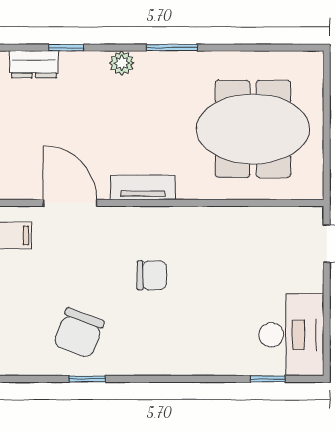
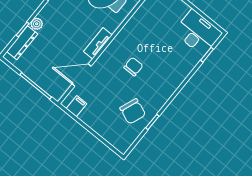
plant: (122, 63) -> (37, 24), moved
dresser: (34, 64) -> (22, 43), width x1.44

